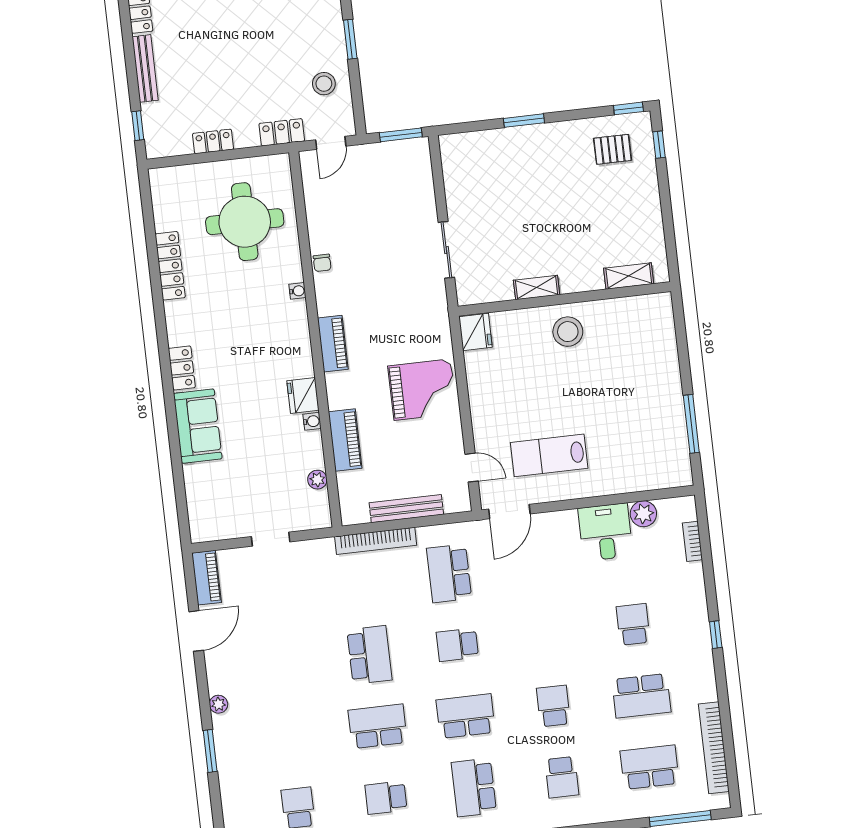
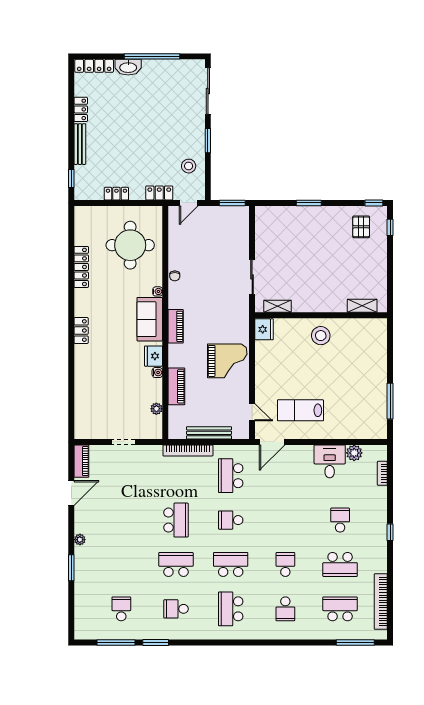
pallet: (613, 149) -> (361, 227), turned 90
shelving: (537, 287) -> (277, 306), moved
sofa: (198, 426) -> (150, 319), moved, turned 180

